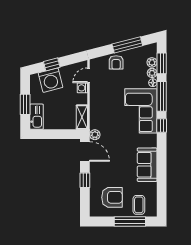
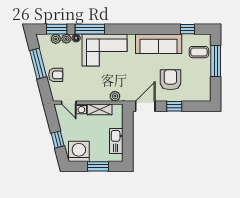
washing machine: (51, 80) -> (79, 151), moved, turned -76
kitchen sink: (37, 117) -> (116, 141), moved, turned -90
shelving: (82, 117) -> (100, 109), moved
window: (162, 126) -> (188, 29), moved
plant: (95, 135) -> (115, 96), moved
sofa: (147, 165) -> (159, 44), width x1.36
armchair: (112, 197) -> (170, 80), moved

